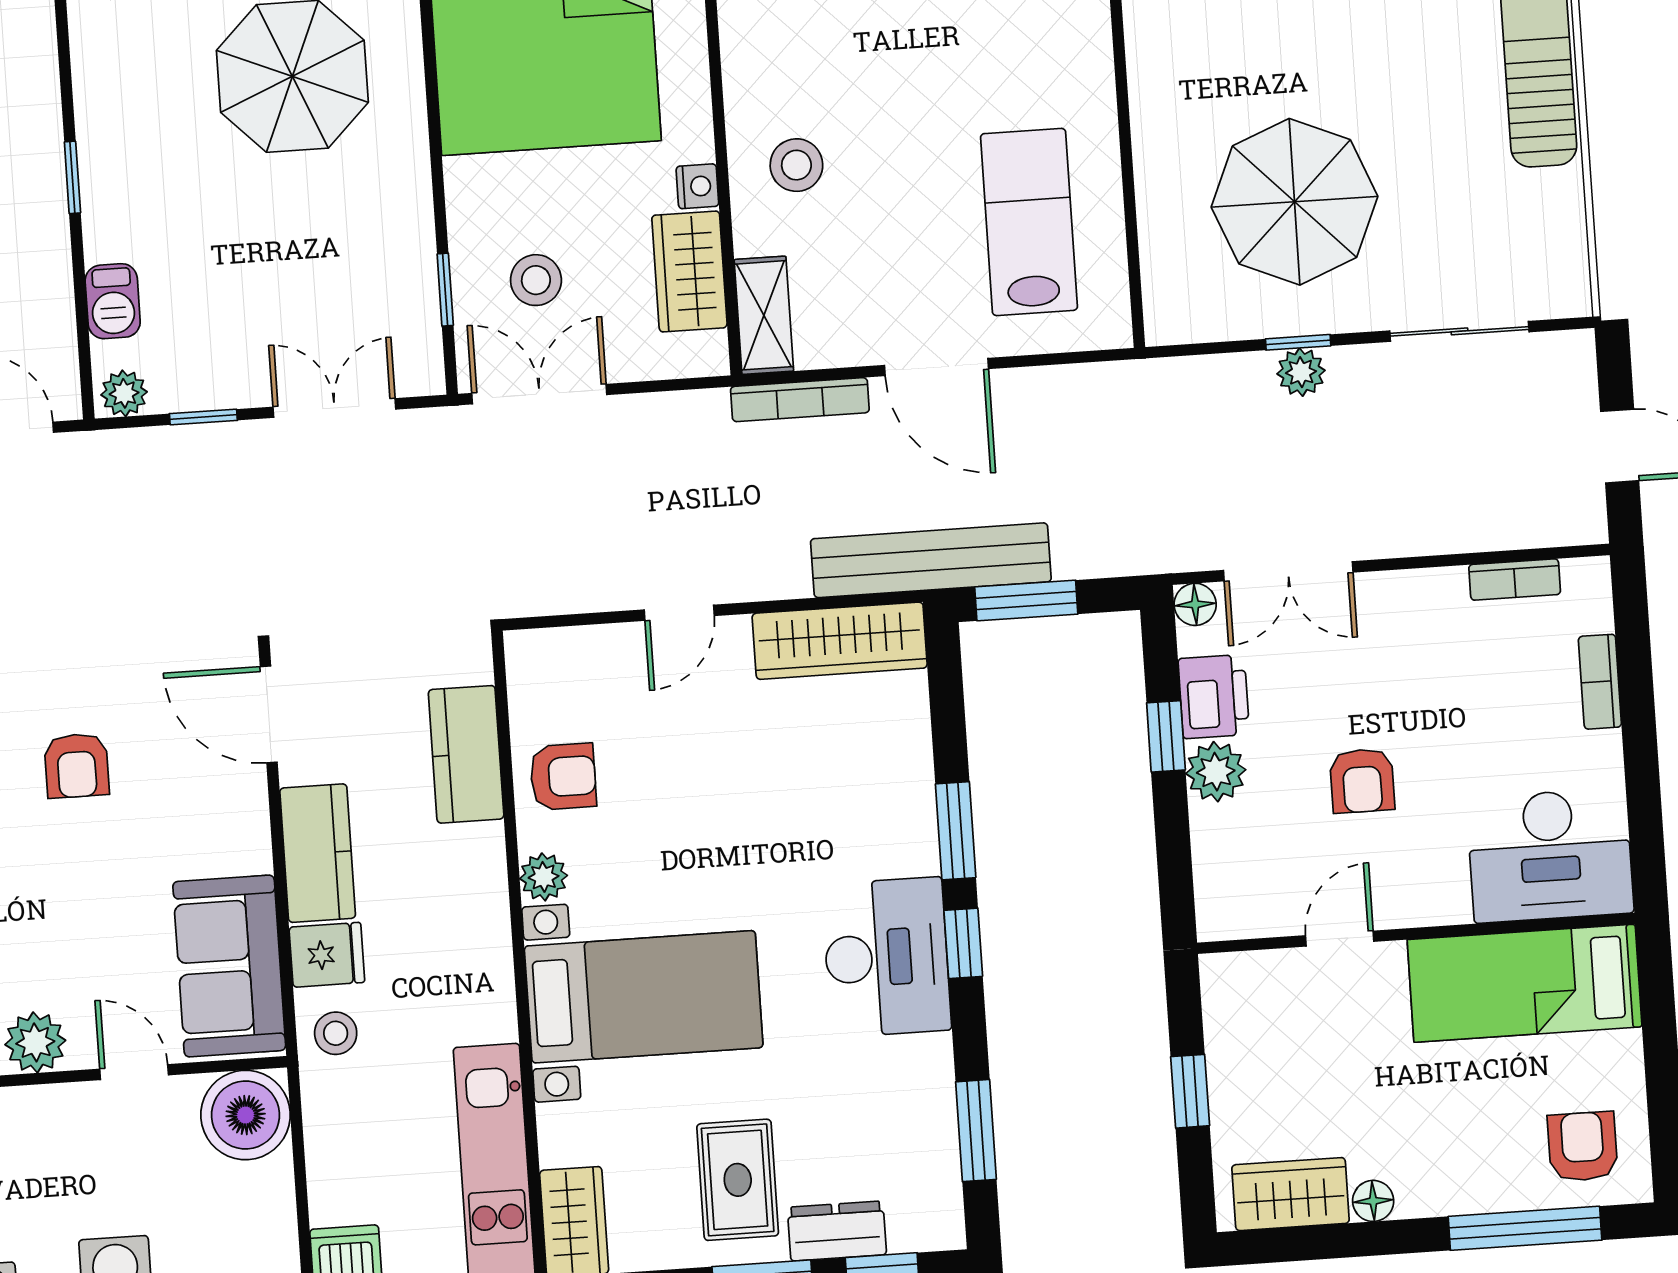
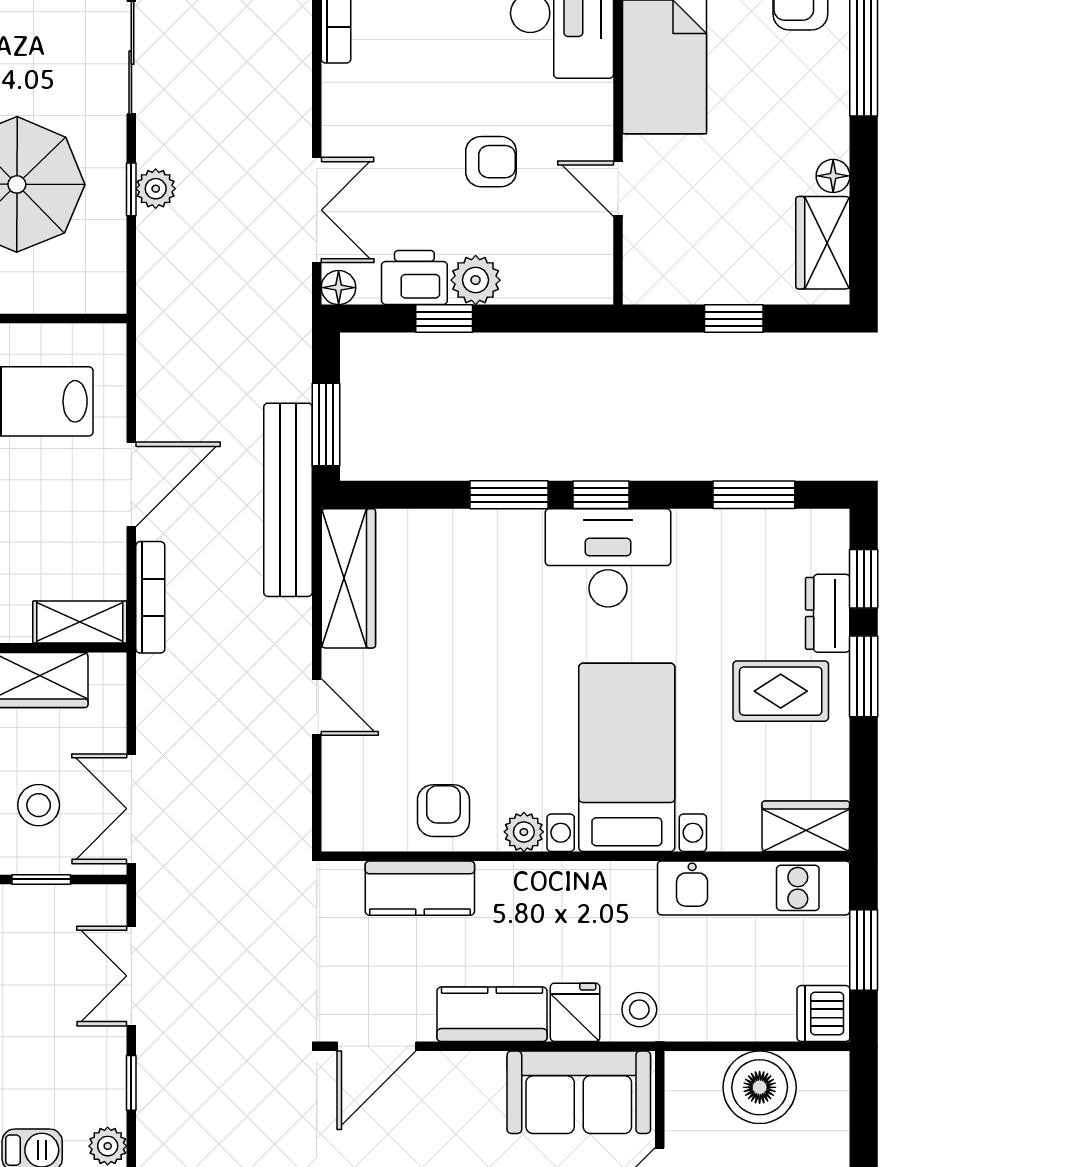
boiler: (246, 1115) -> (760, 1087), moved

